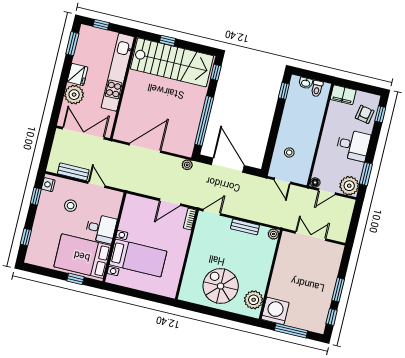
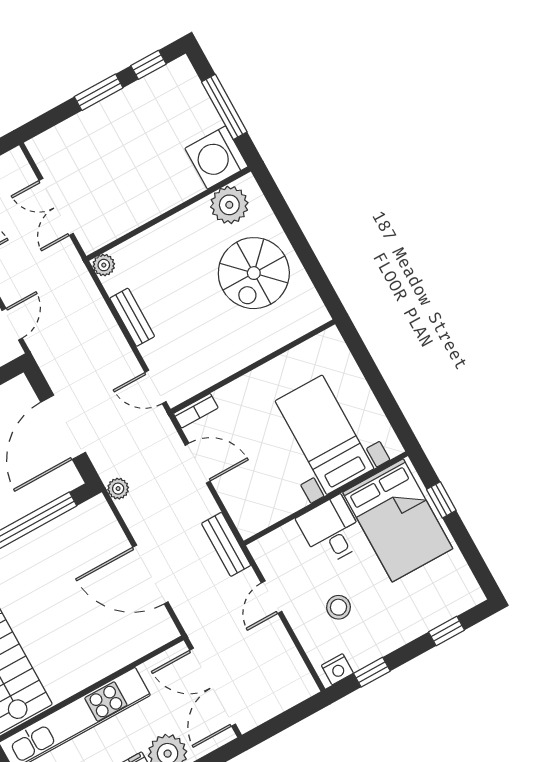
bench: (73, 172) -> (226, 544), moved

